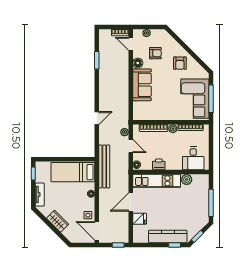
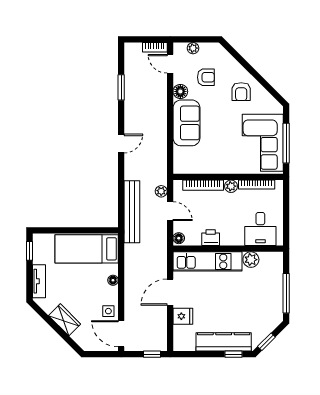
door: (97, 118) -> (121, 144), moved
bench: (104, 166) -> (132, 212), moved

